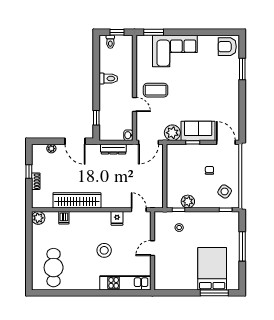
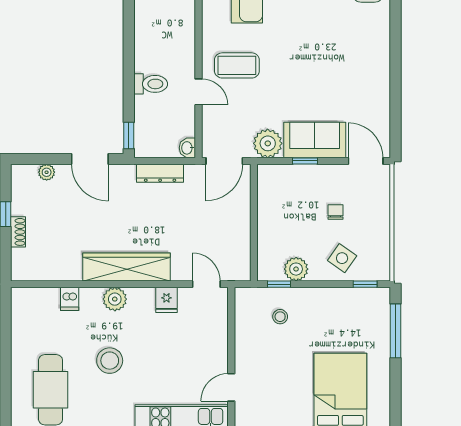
window: (242, 69) -> (396, 27), removed
toilet: (108, 79) -> (151, 84), moved
window: (96, 118) -> (129, 136), moved
side table: (225, 191) -> (342, 258), moved
wardrobe: (77, 200) -> (127, 267), moved
plant: (38, 218) -> (115, 299), moved
window: (242, 246) -> (396, 331), moved
door: (152, 248) -> (231, 387), moved
stool: (104, 250) -> (110, 361), moved

